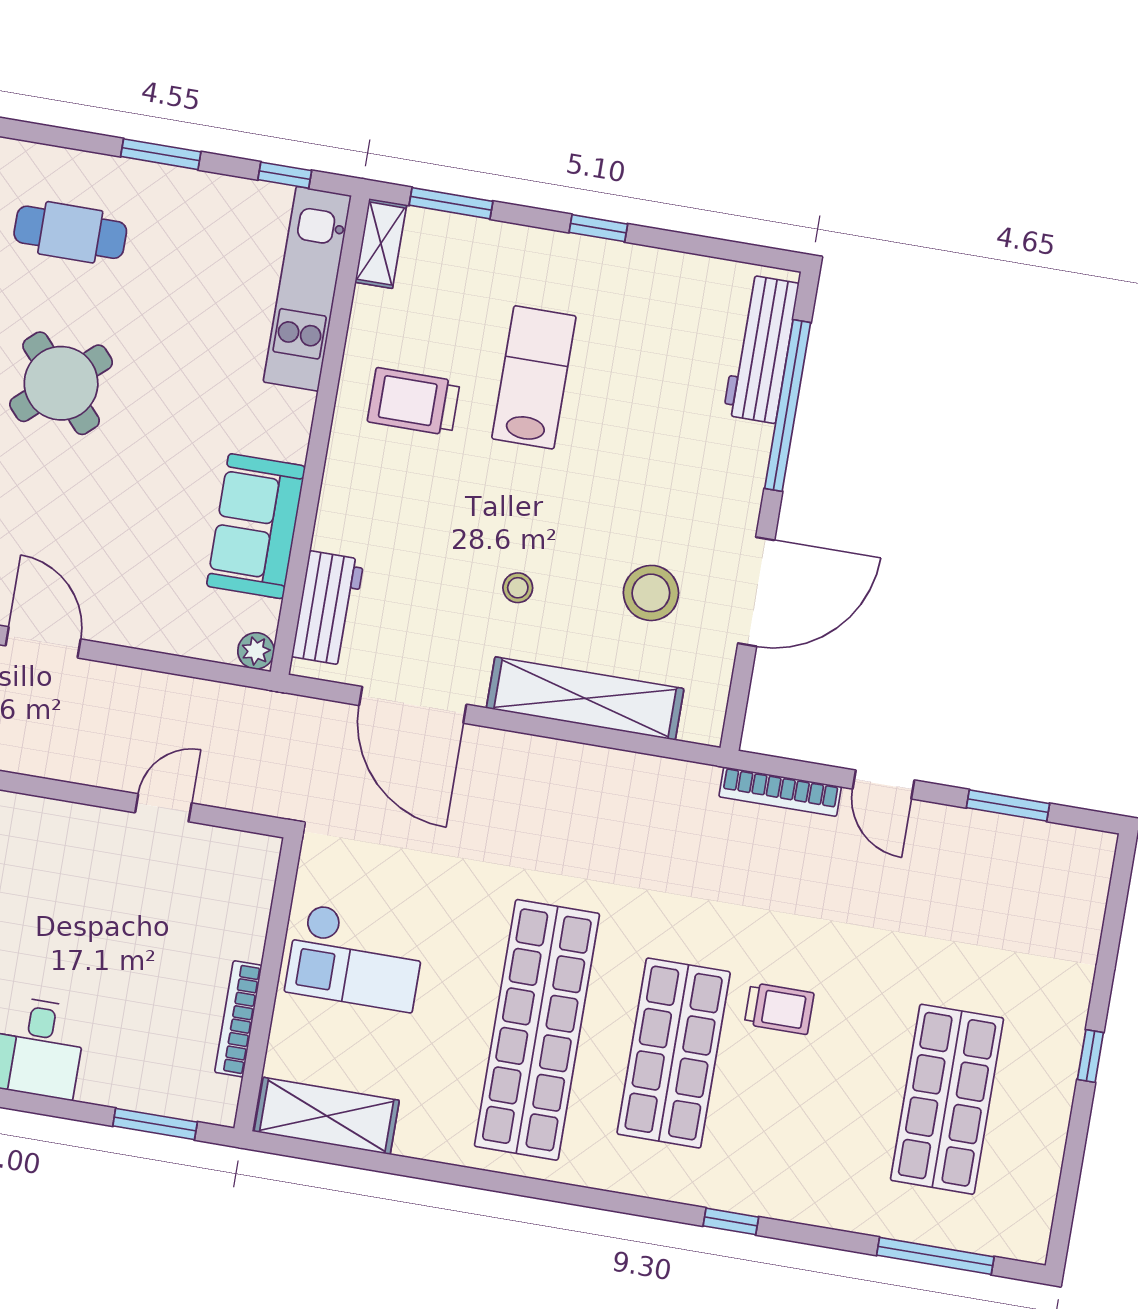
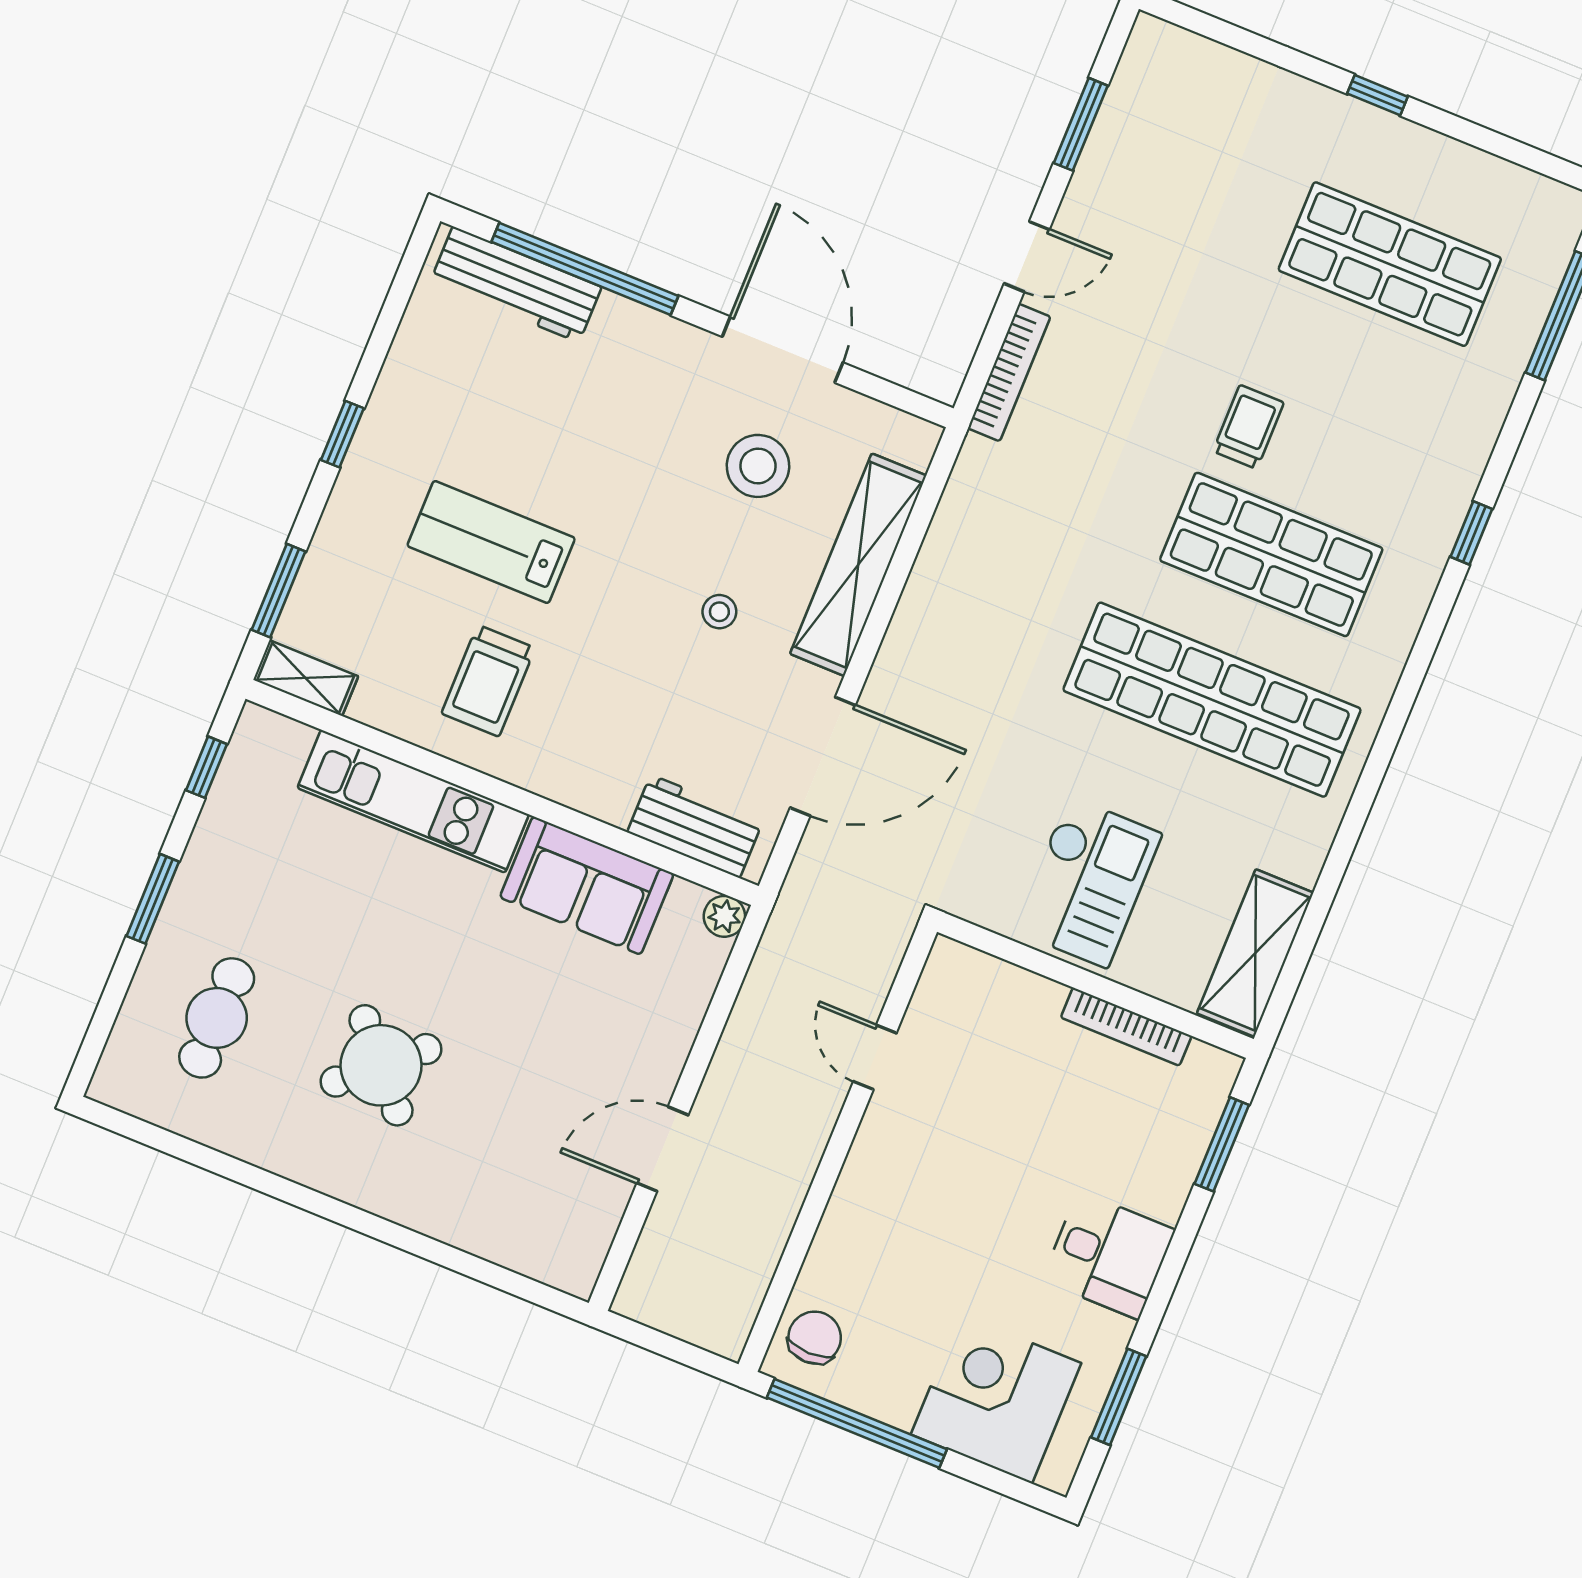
kitchen unit: (307, 289) -> (413, 801), moved

